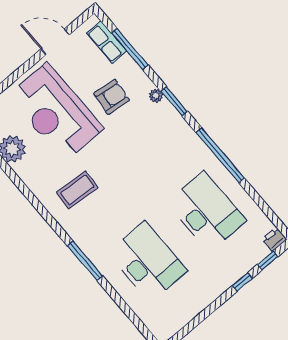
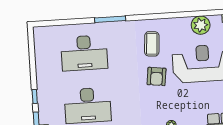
armchair: (112, 97) -> (157, 76), moved

